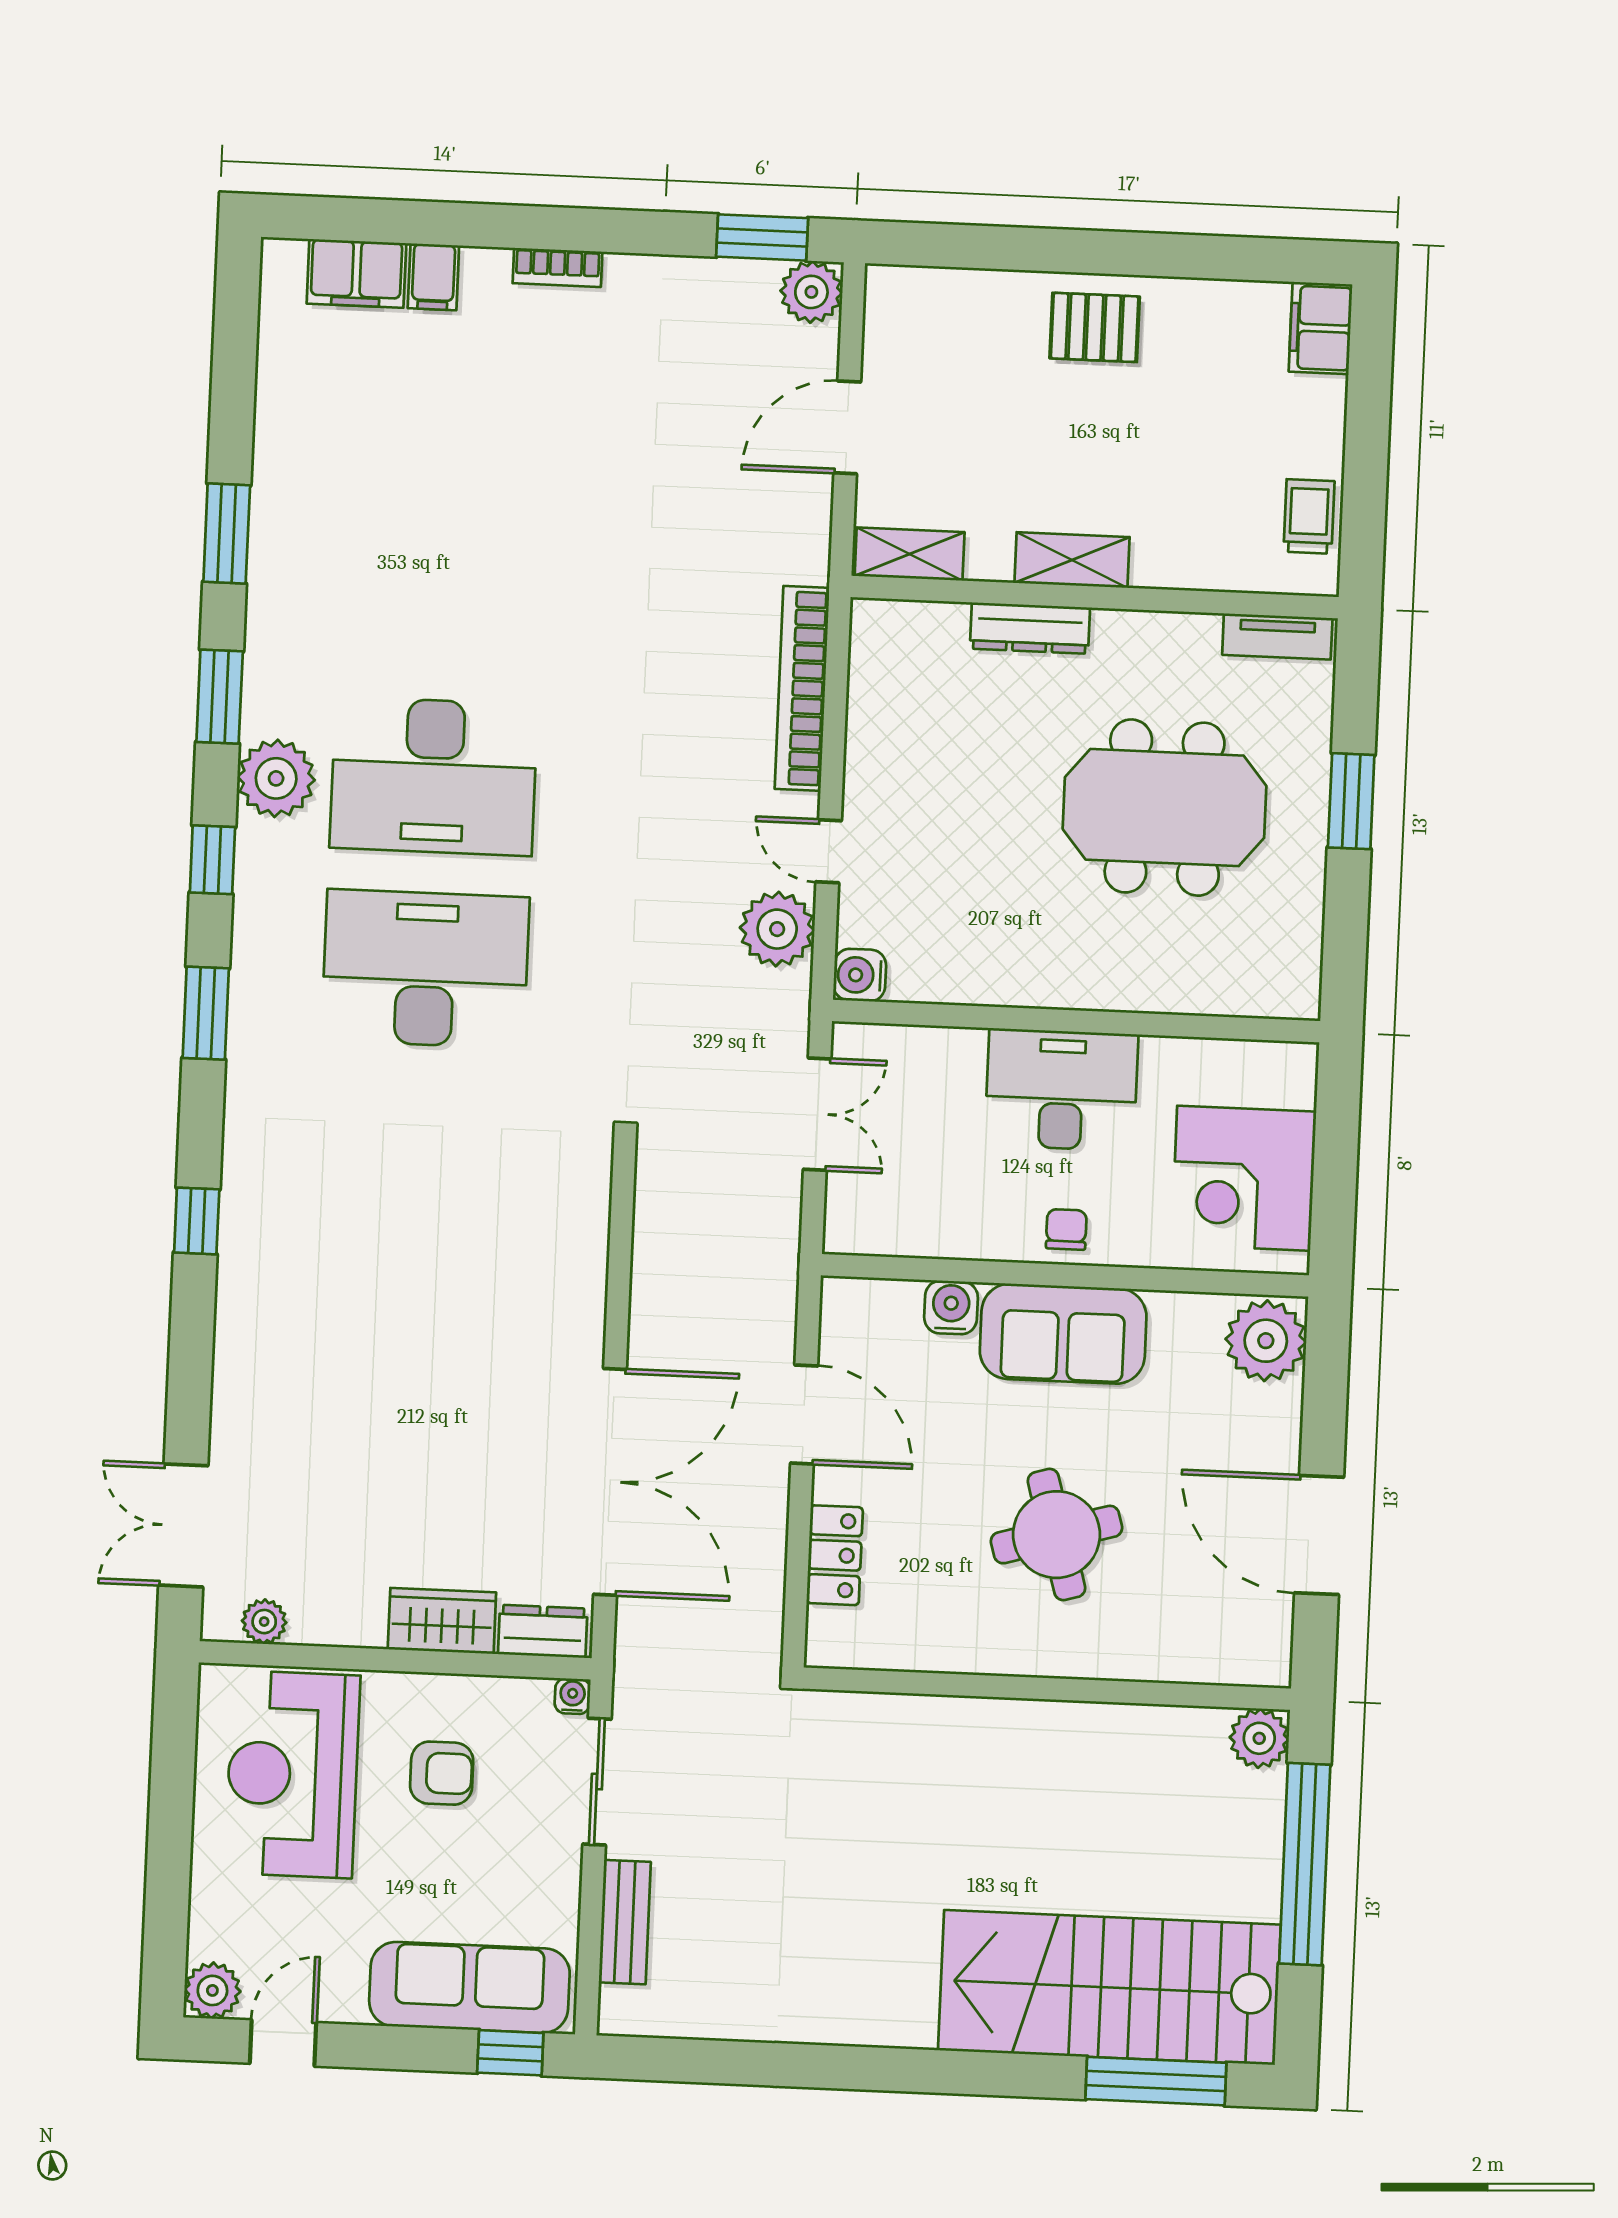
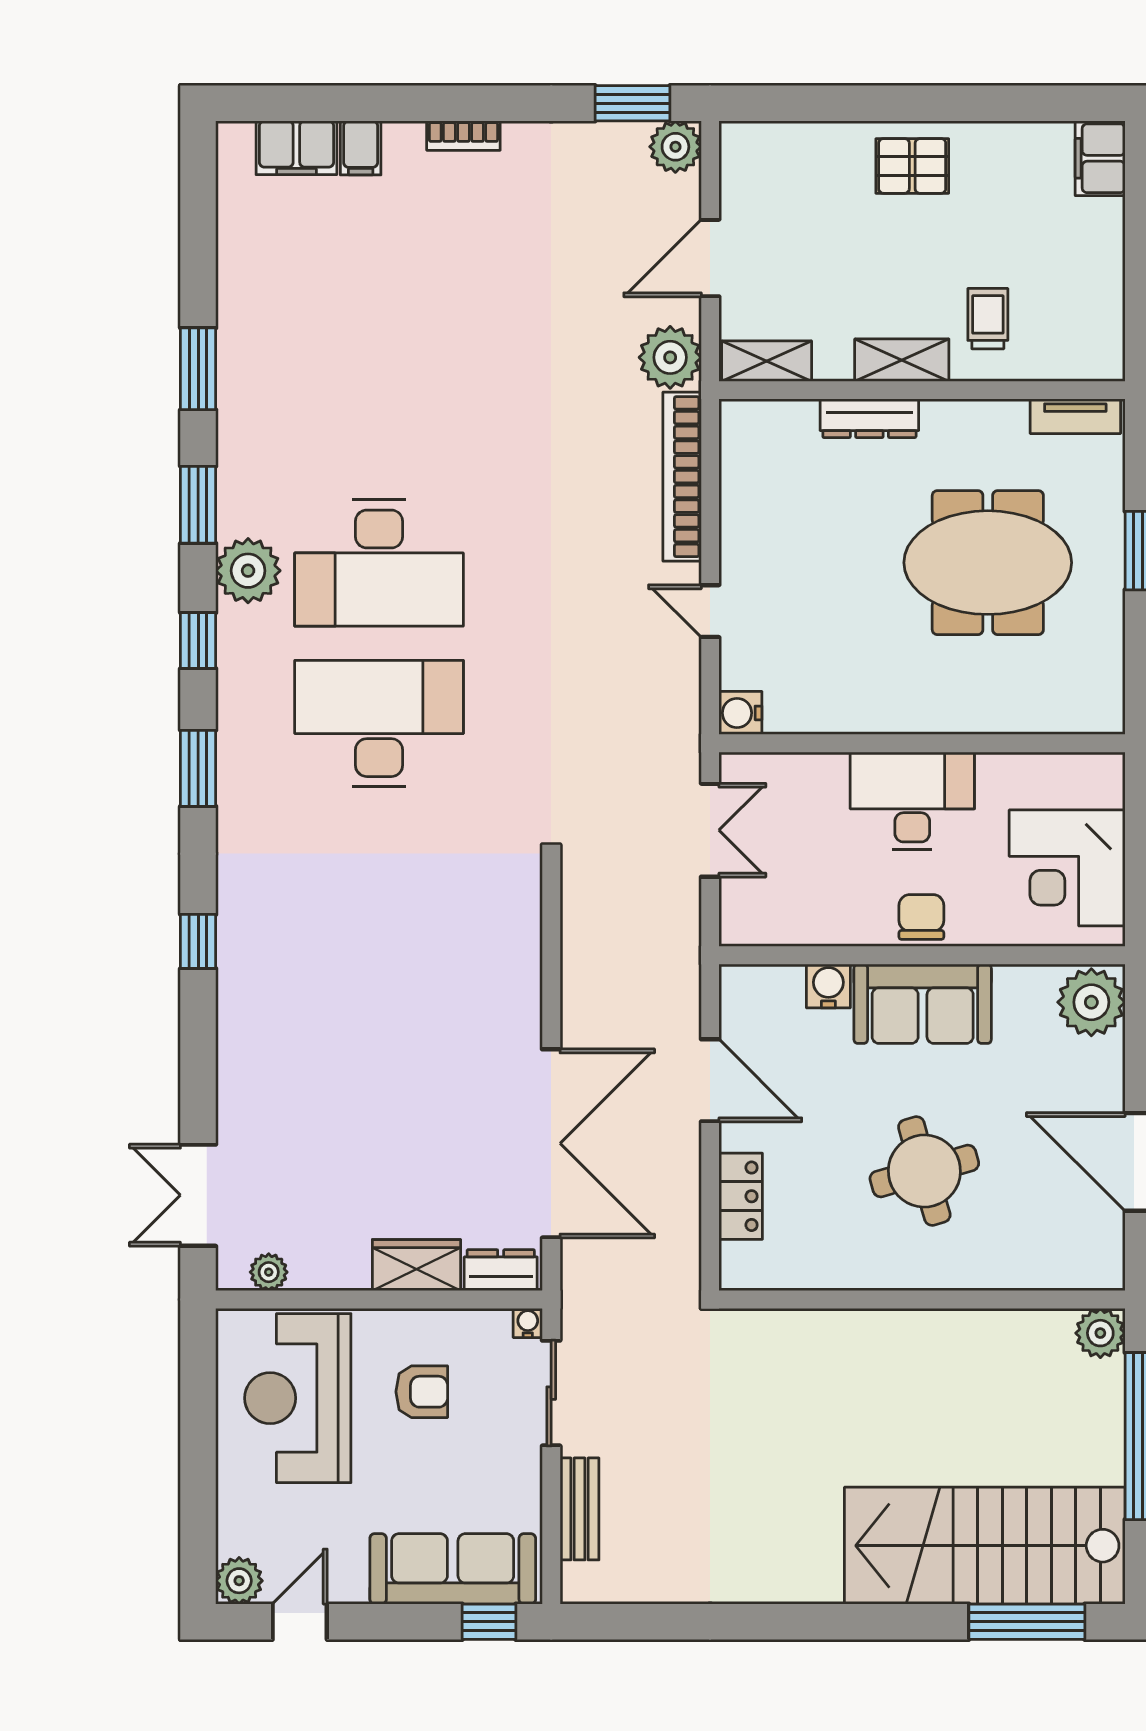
trolley: (1309, 516) -> (988, 319), moved
plant: (777, 929) -> (670, 357), moved
chair: (1066, 1229) -> (921, 917), width x1.37, depth x1.37

